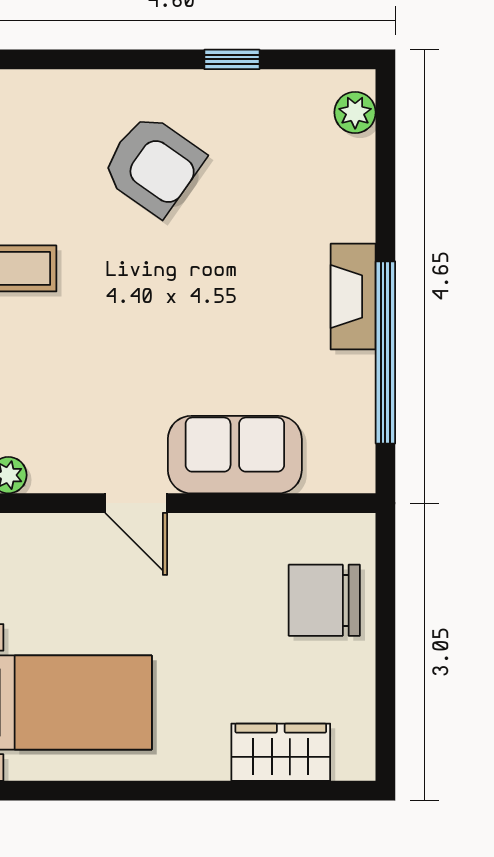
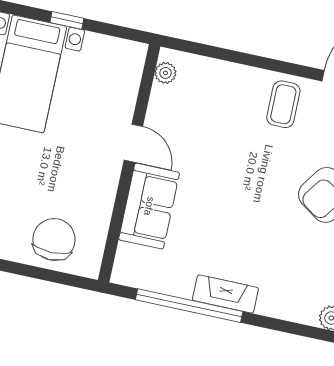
door: (136, 503) -> (133, 143), swing flipped

